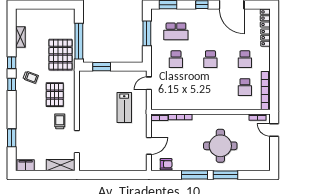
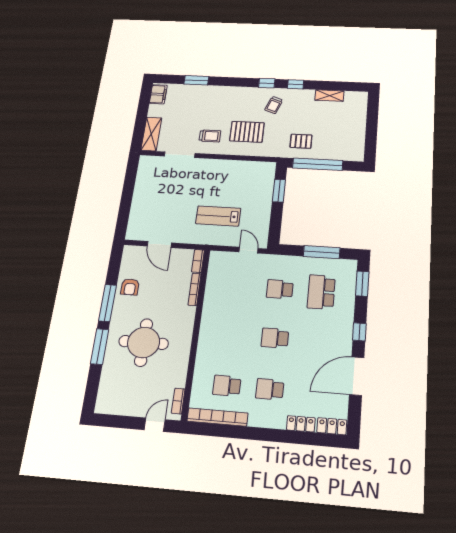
pallet: (60, 55) -> (301, 141), width x0.49, depth x0.50
armchair: (166, 164) -> (130, 287), moved

